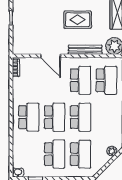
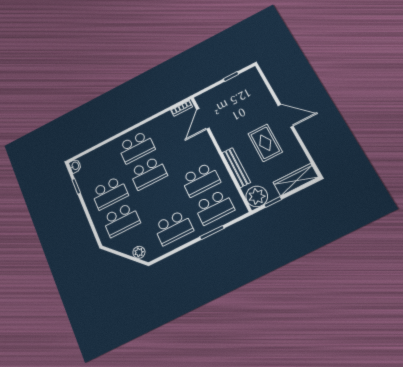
door: (51, 56) -> (203, 119), moved
school desk: (81, 117) -> (173, 228), moved

